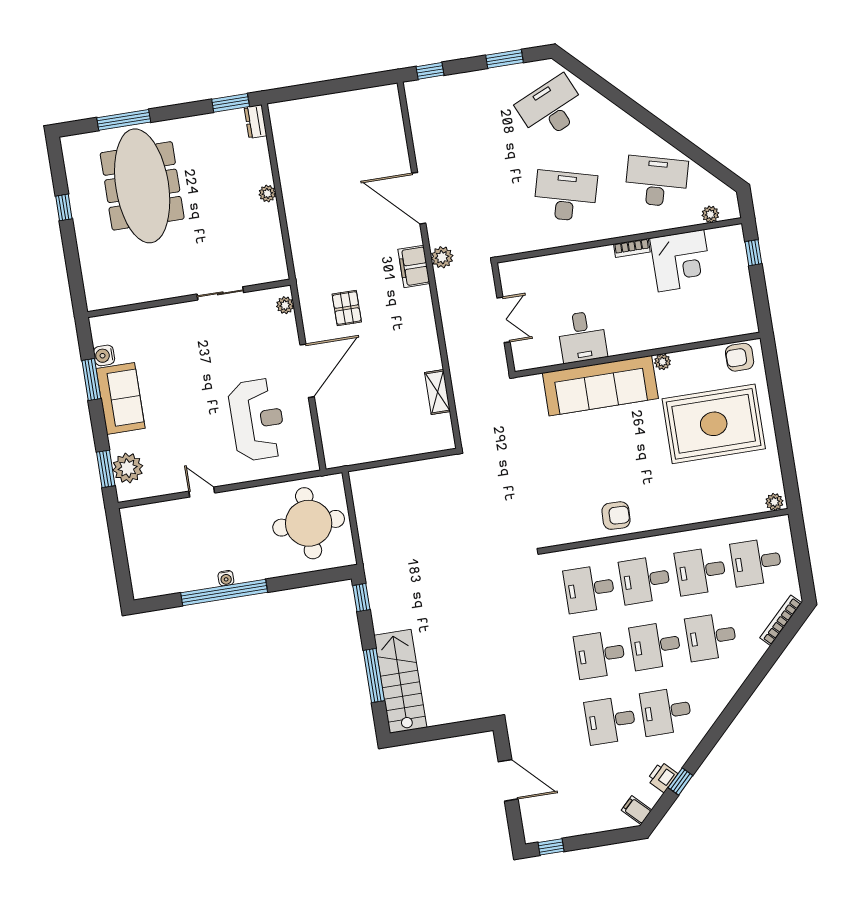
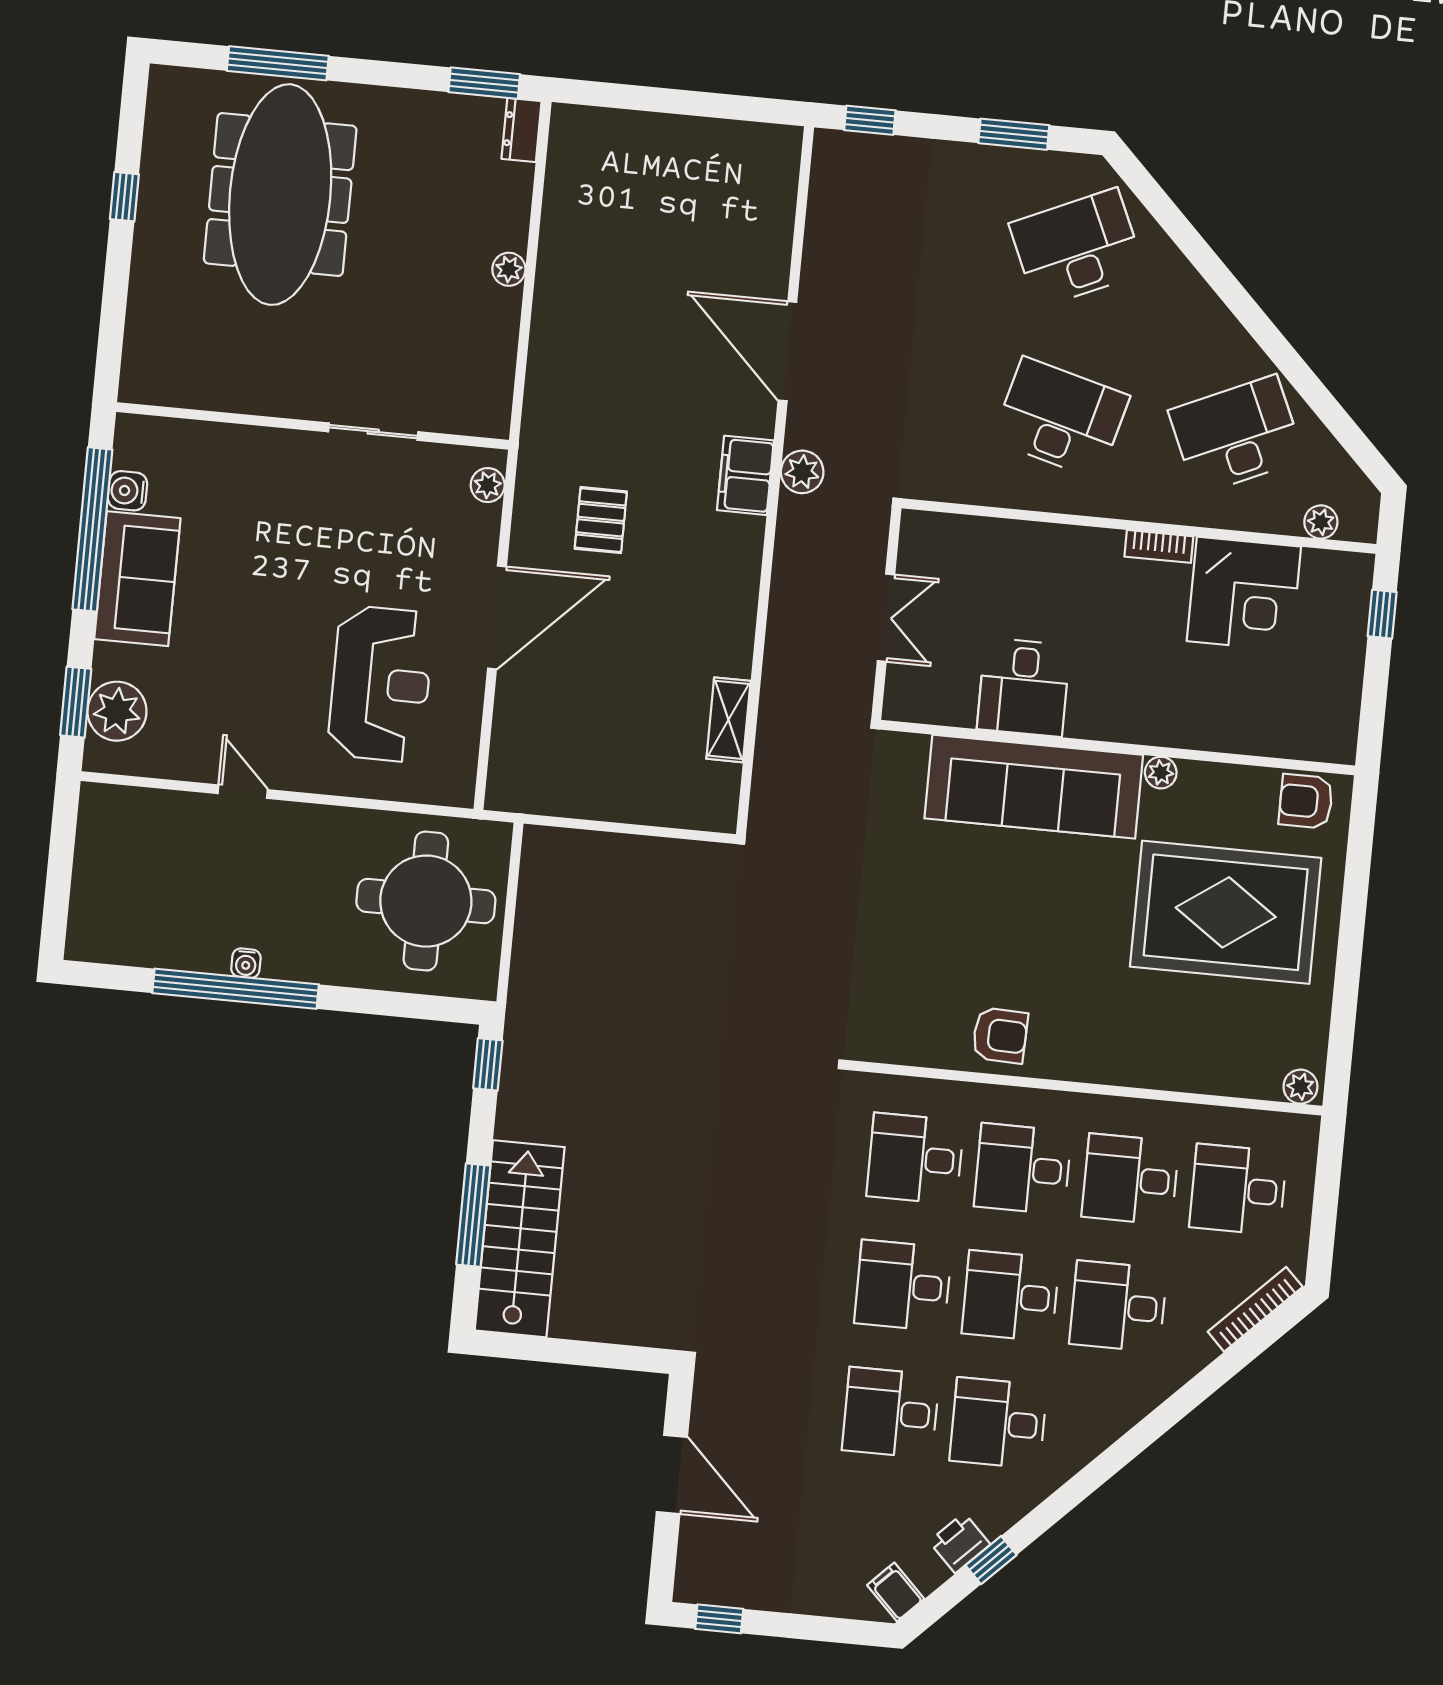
desk: (656, 182) -> (1236, 435), turned -39
window: (91, 380) -> (92, 529), width x2.11

